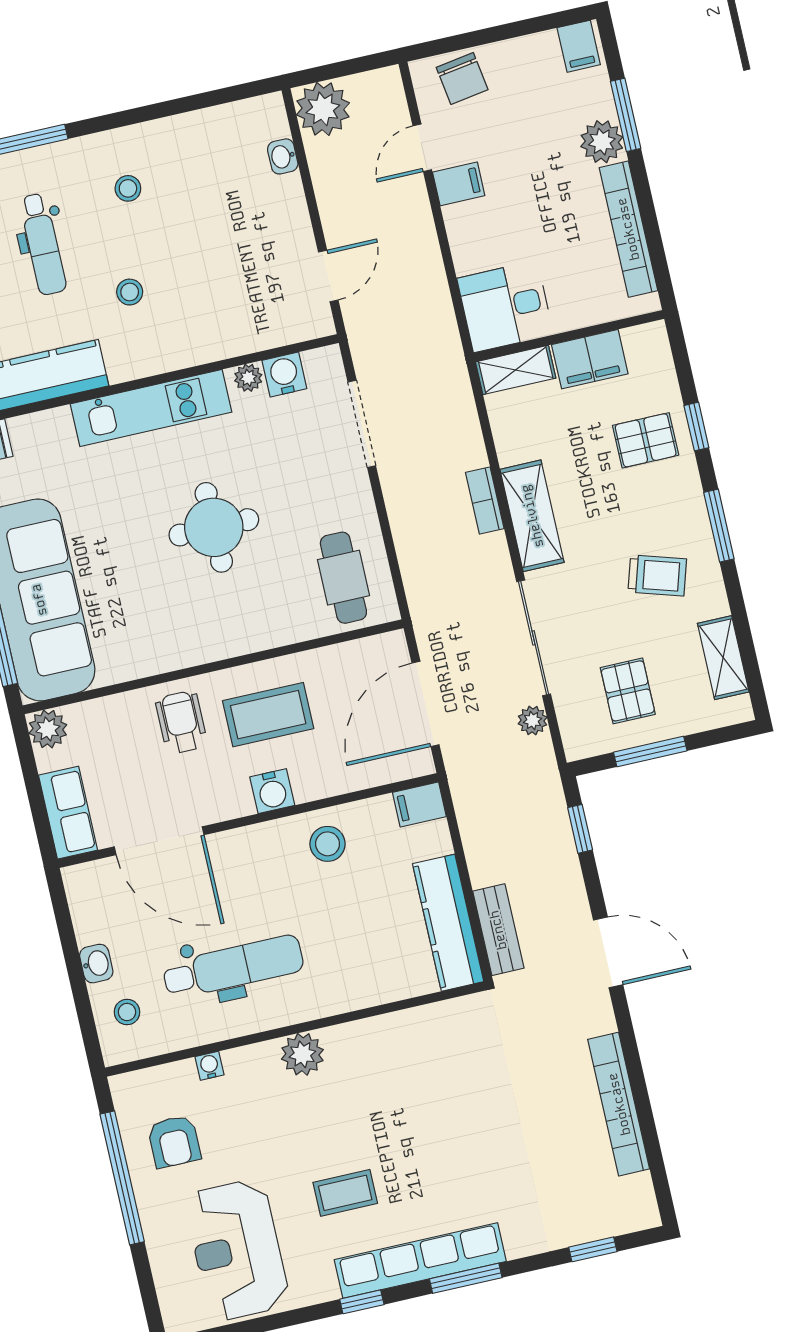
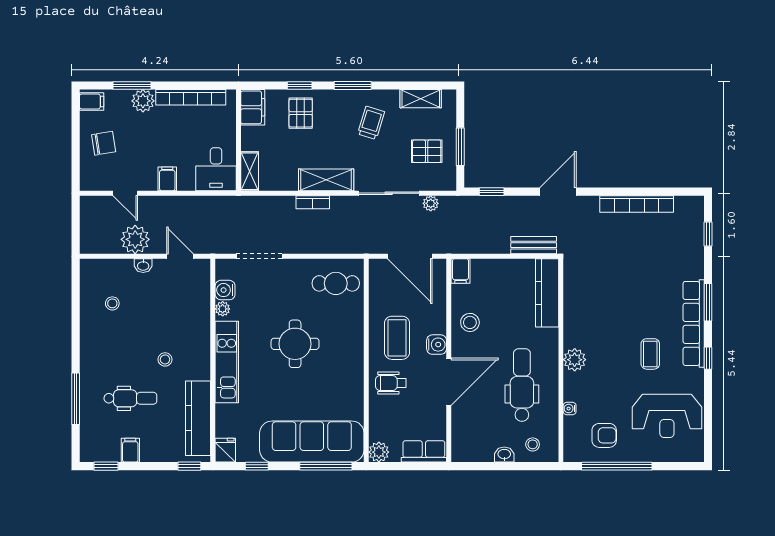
chair: (462, 78) -> (104, 143), moved
plant: (323, 109) -> (135, 239), moved
washbasin: (283, 156) -> (143, 266), moved
filing cabinet: (459, 184) -> (167, 179), moved
stool: (128, 188) -> (112, 303), moved
filing cabinet: (590, 359) -> (253, 107), moved
door: (159, 841) -> (449, 382), moved
kitchen counter: (448, 923) -> (547, 293), moved, turned 90

